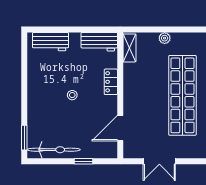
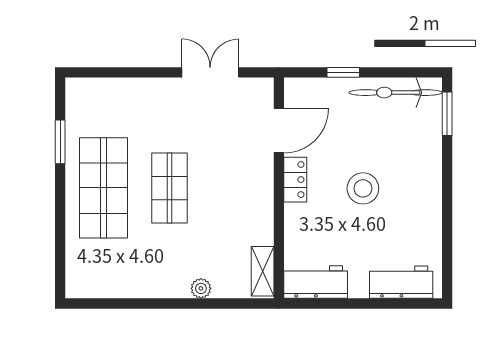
locker: (111, 82) -> (295, 180), moved
stool: (72, 95) -> (363, 188), width x1.89, depth x1.89
shop shelf: (182, 95) -> (170, 188), width x0.50, depth x0.74

